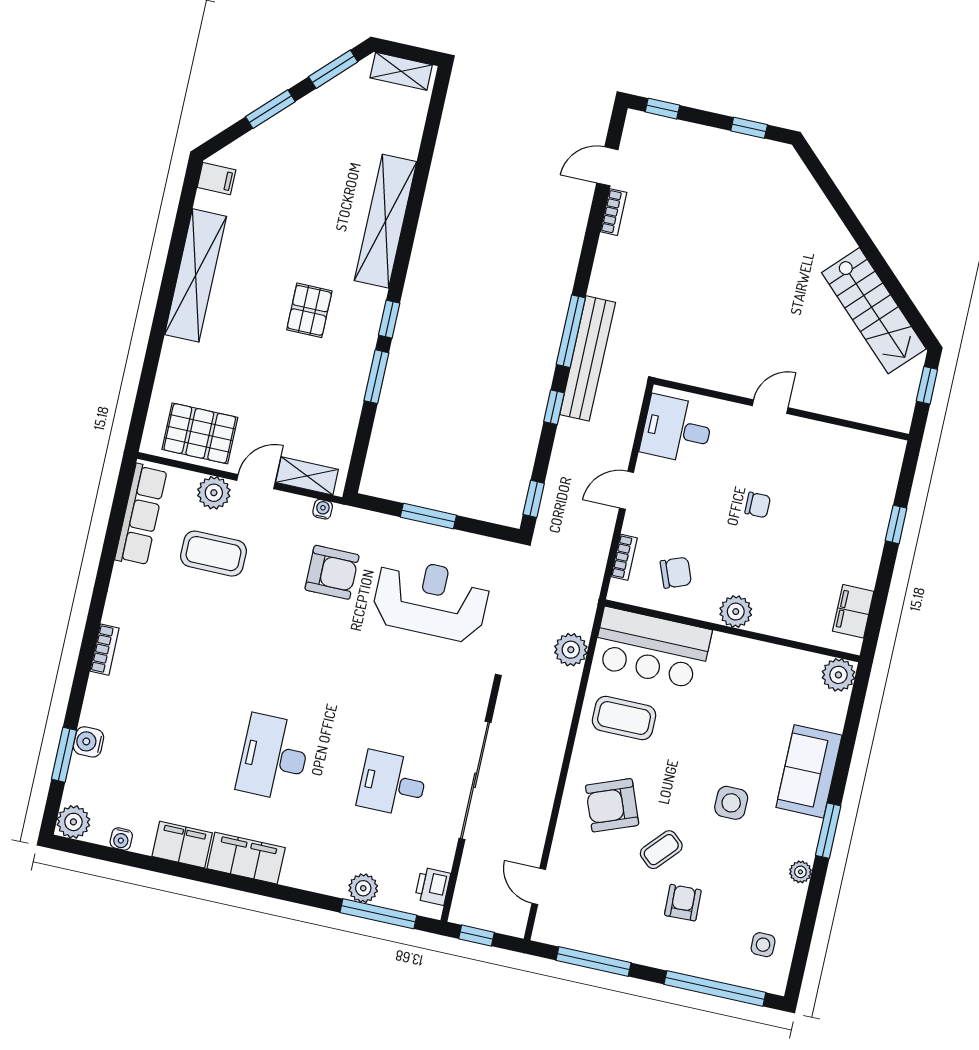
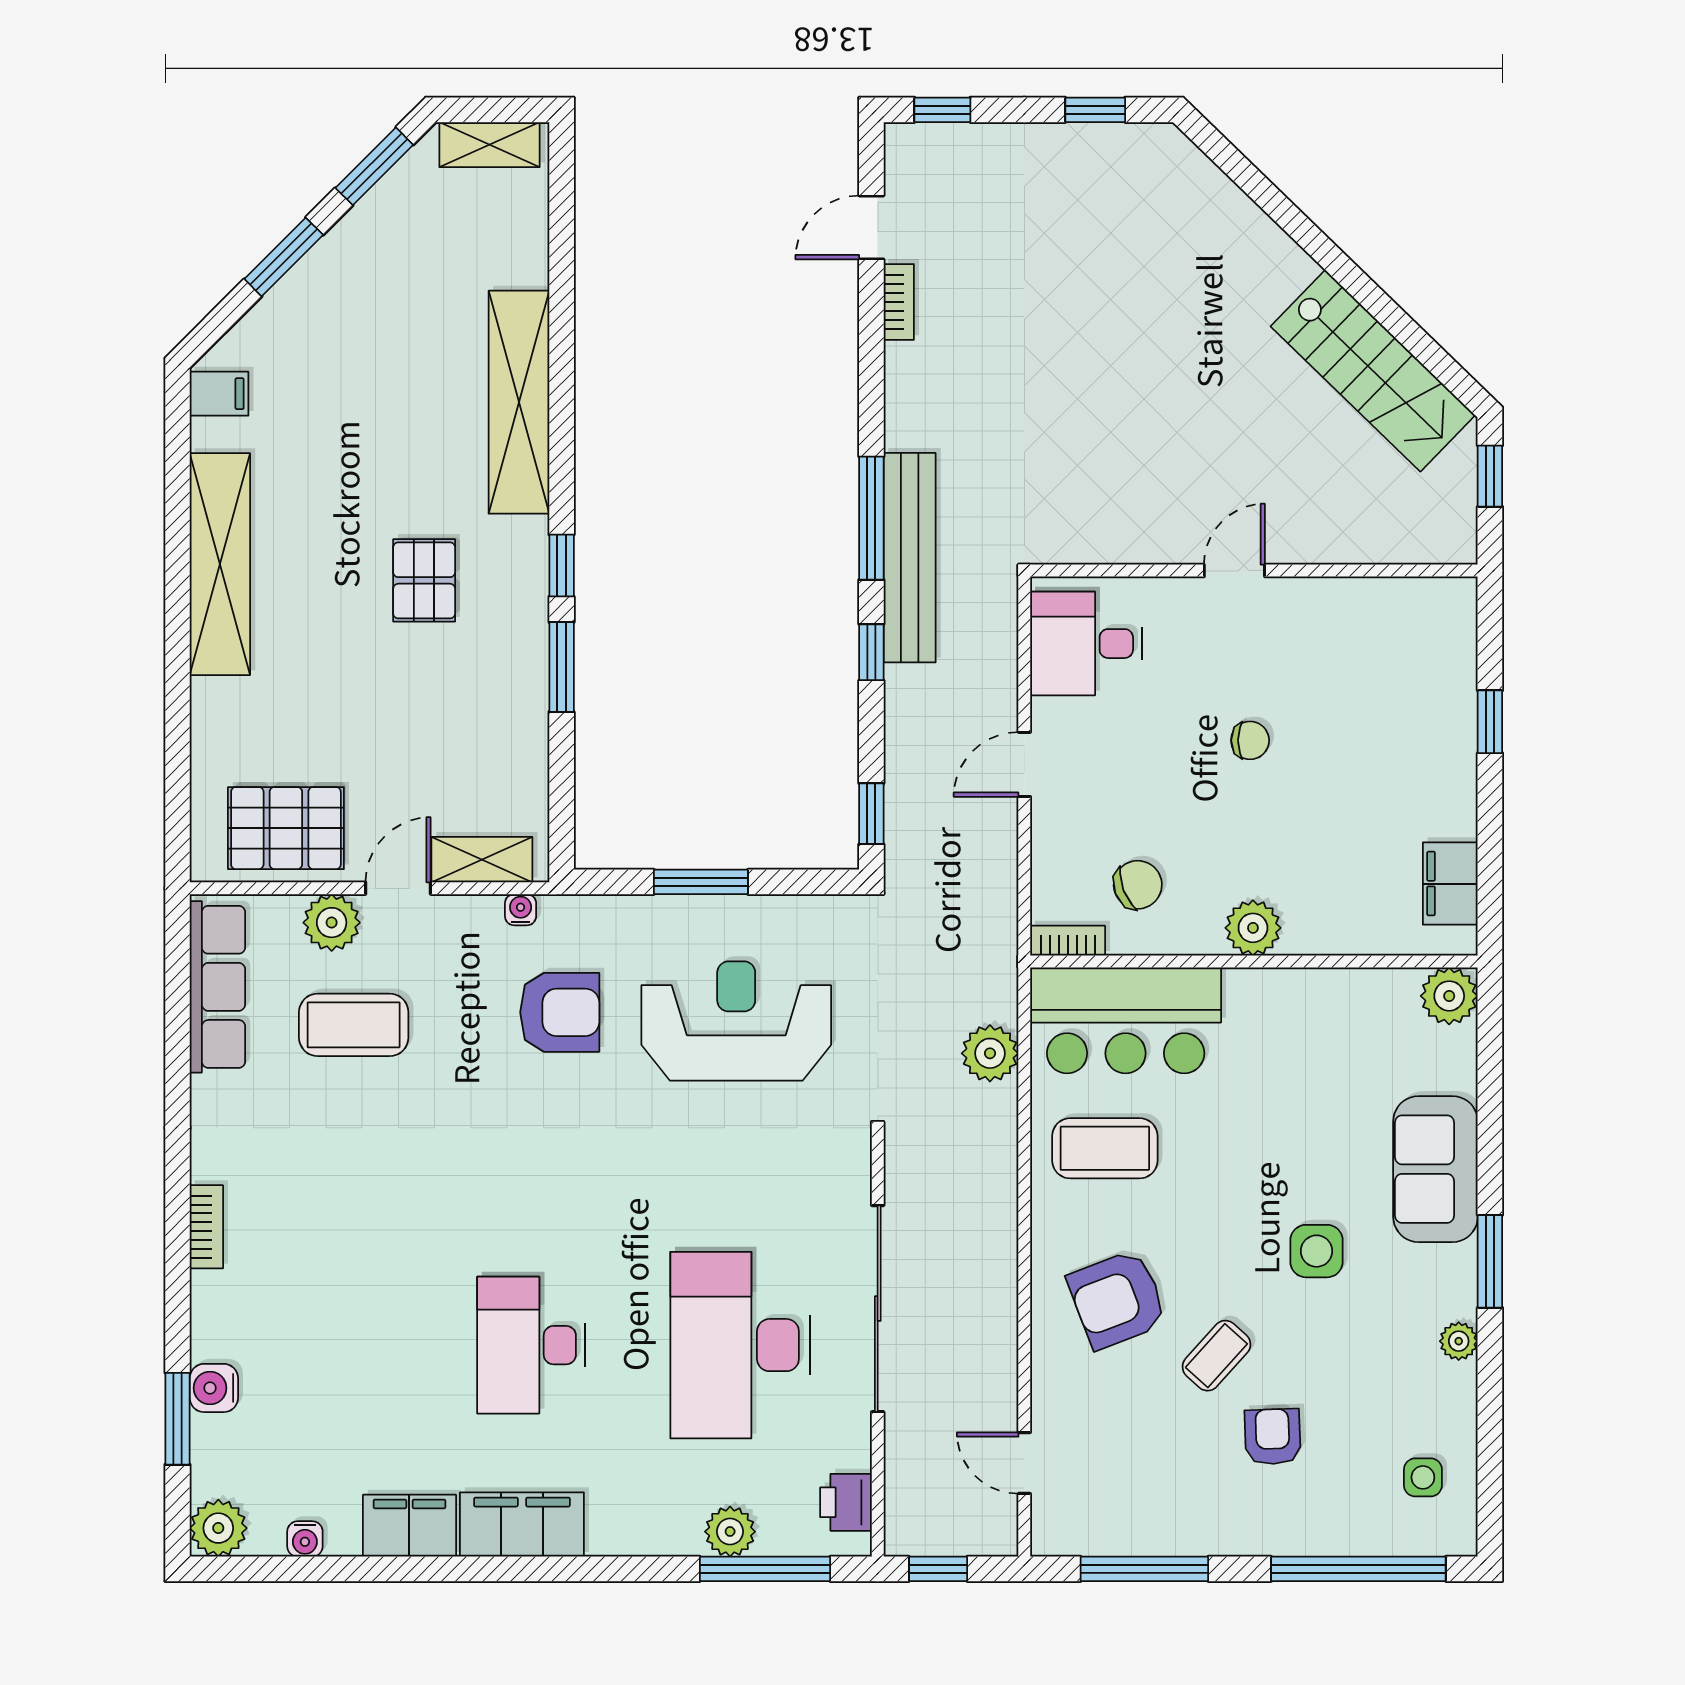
bookcase: (624, 557) -> (1068, 941), moved, turned -90
desk: (392, 784) -> (740, 1345), width x1.87, depth x1.30

